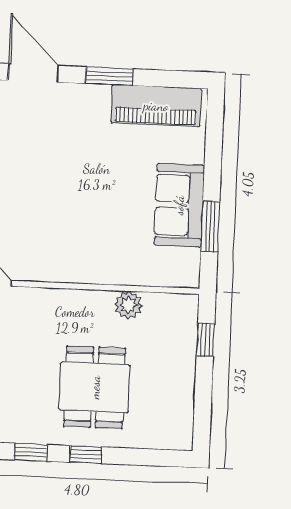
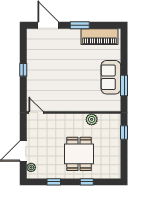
window: (86, 455) -> (87, 182), moved

